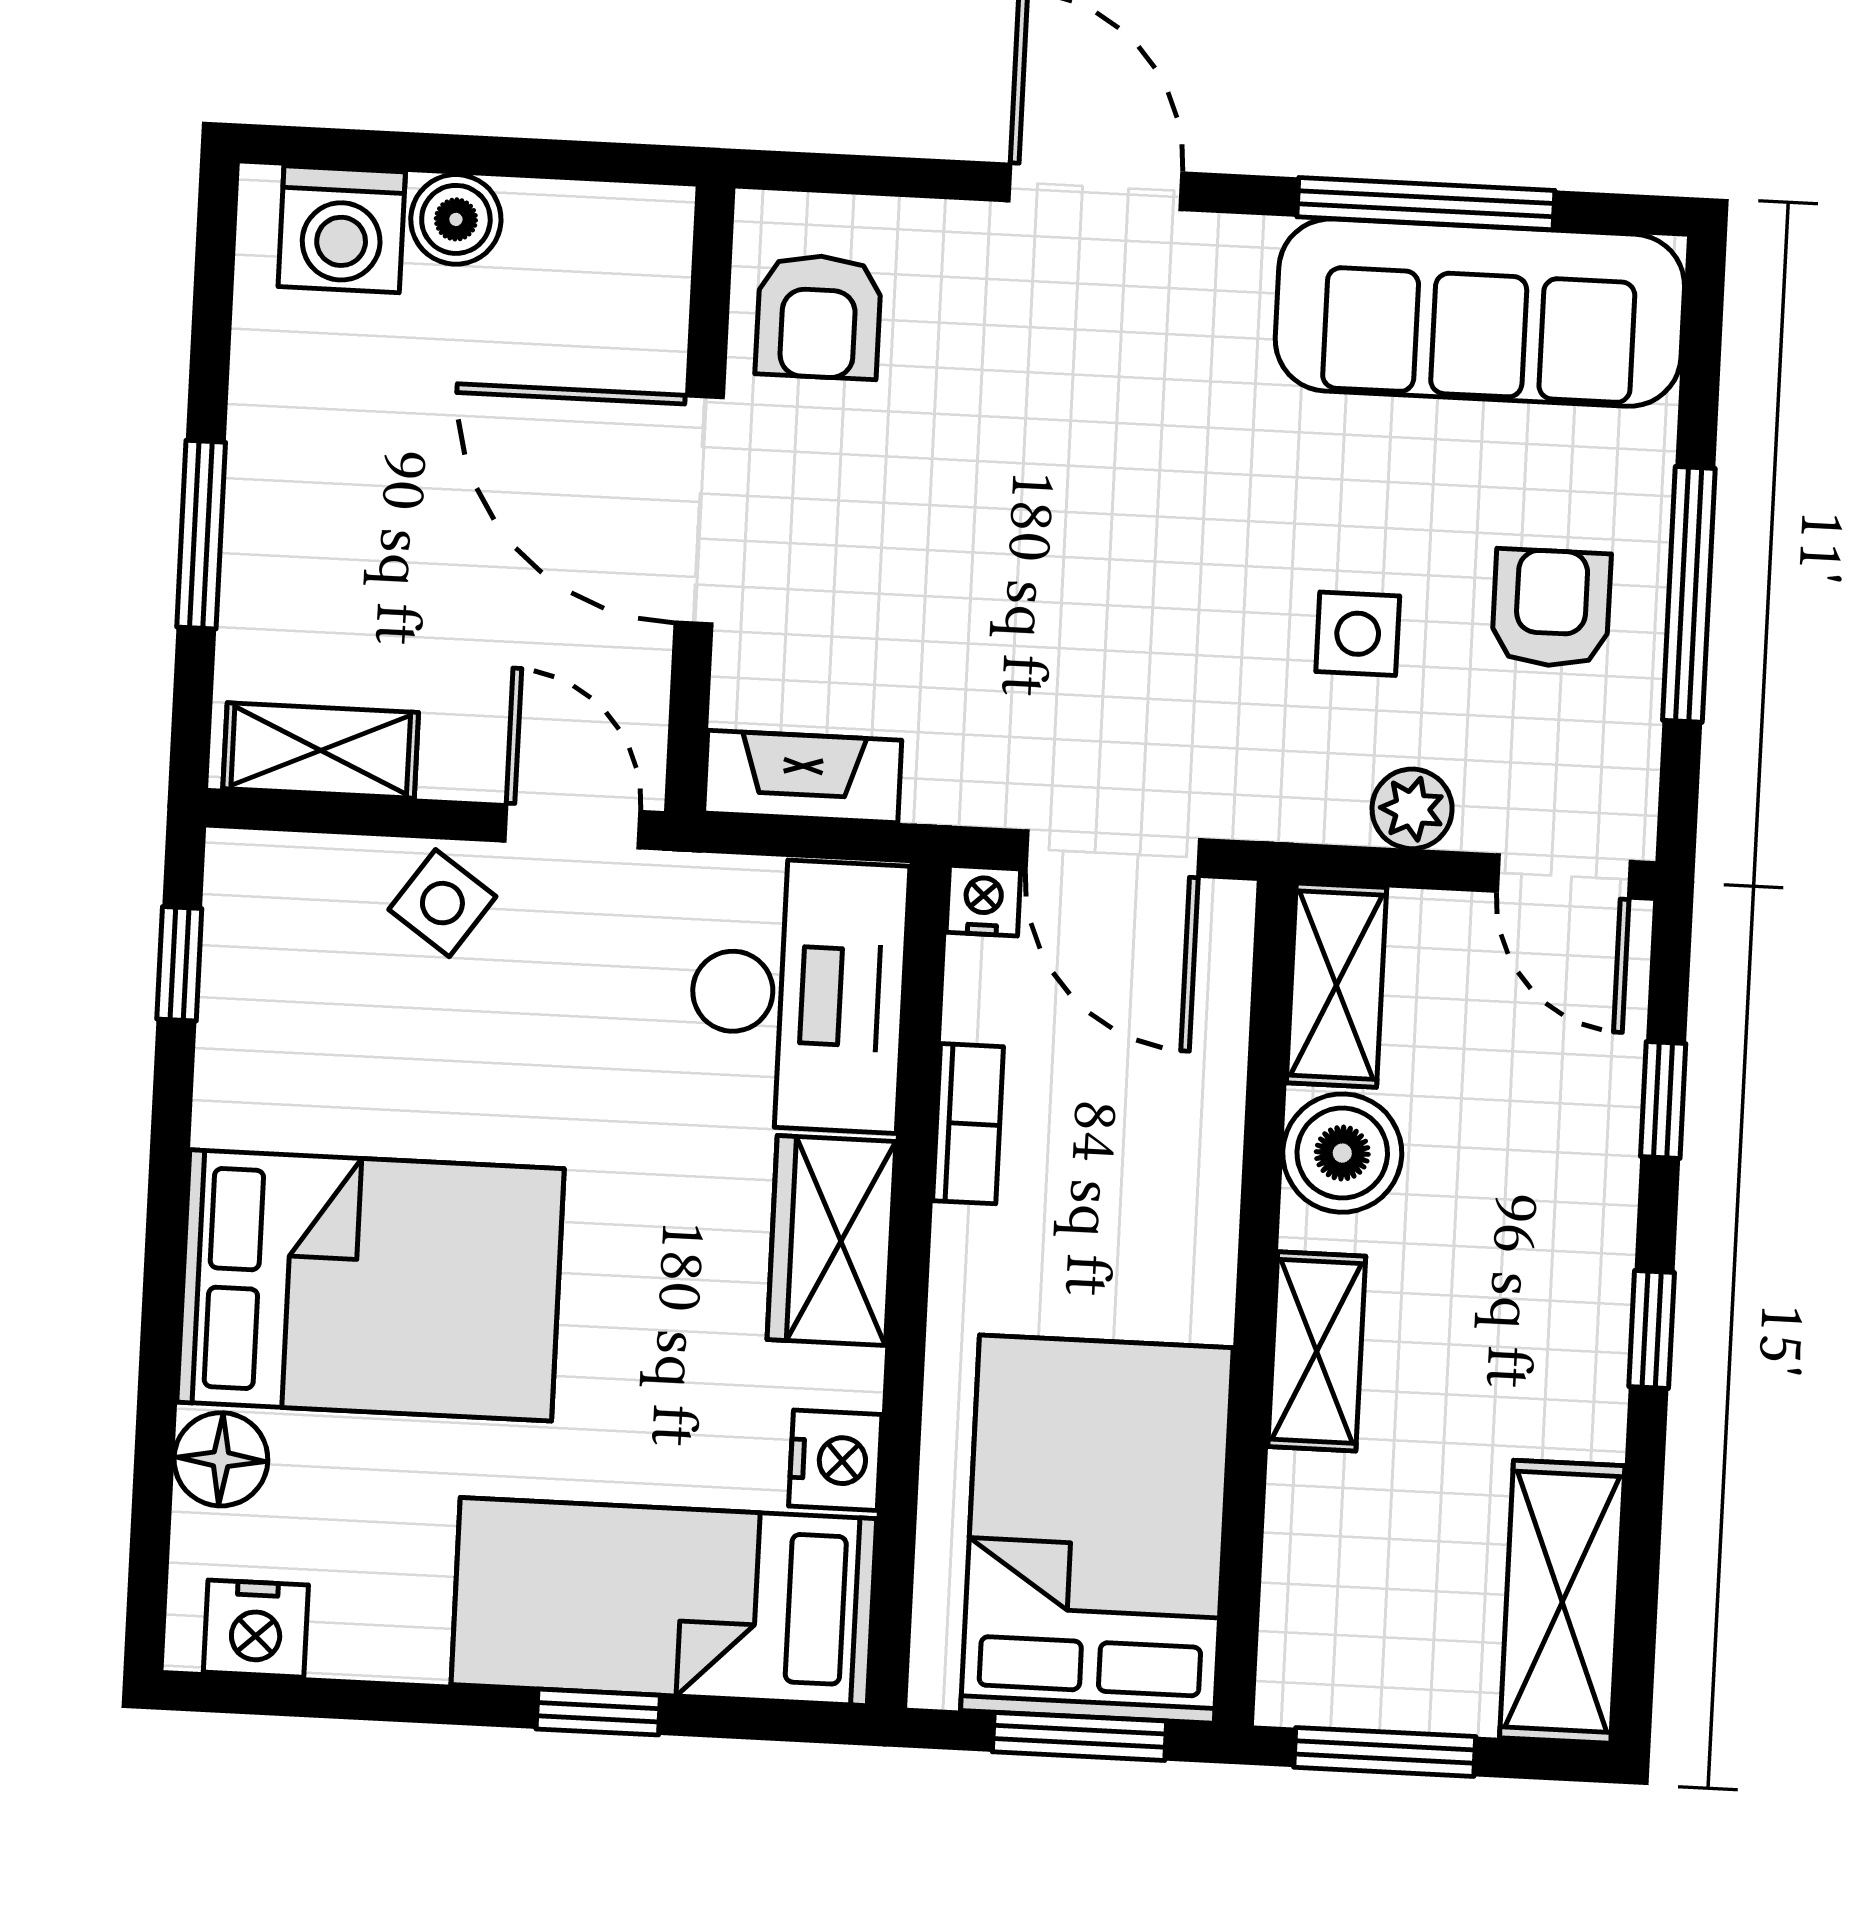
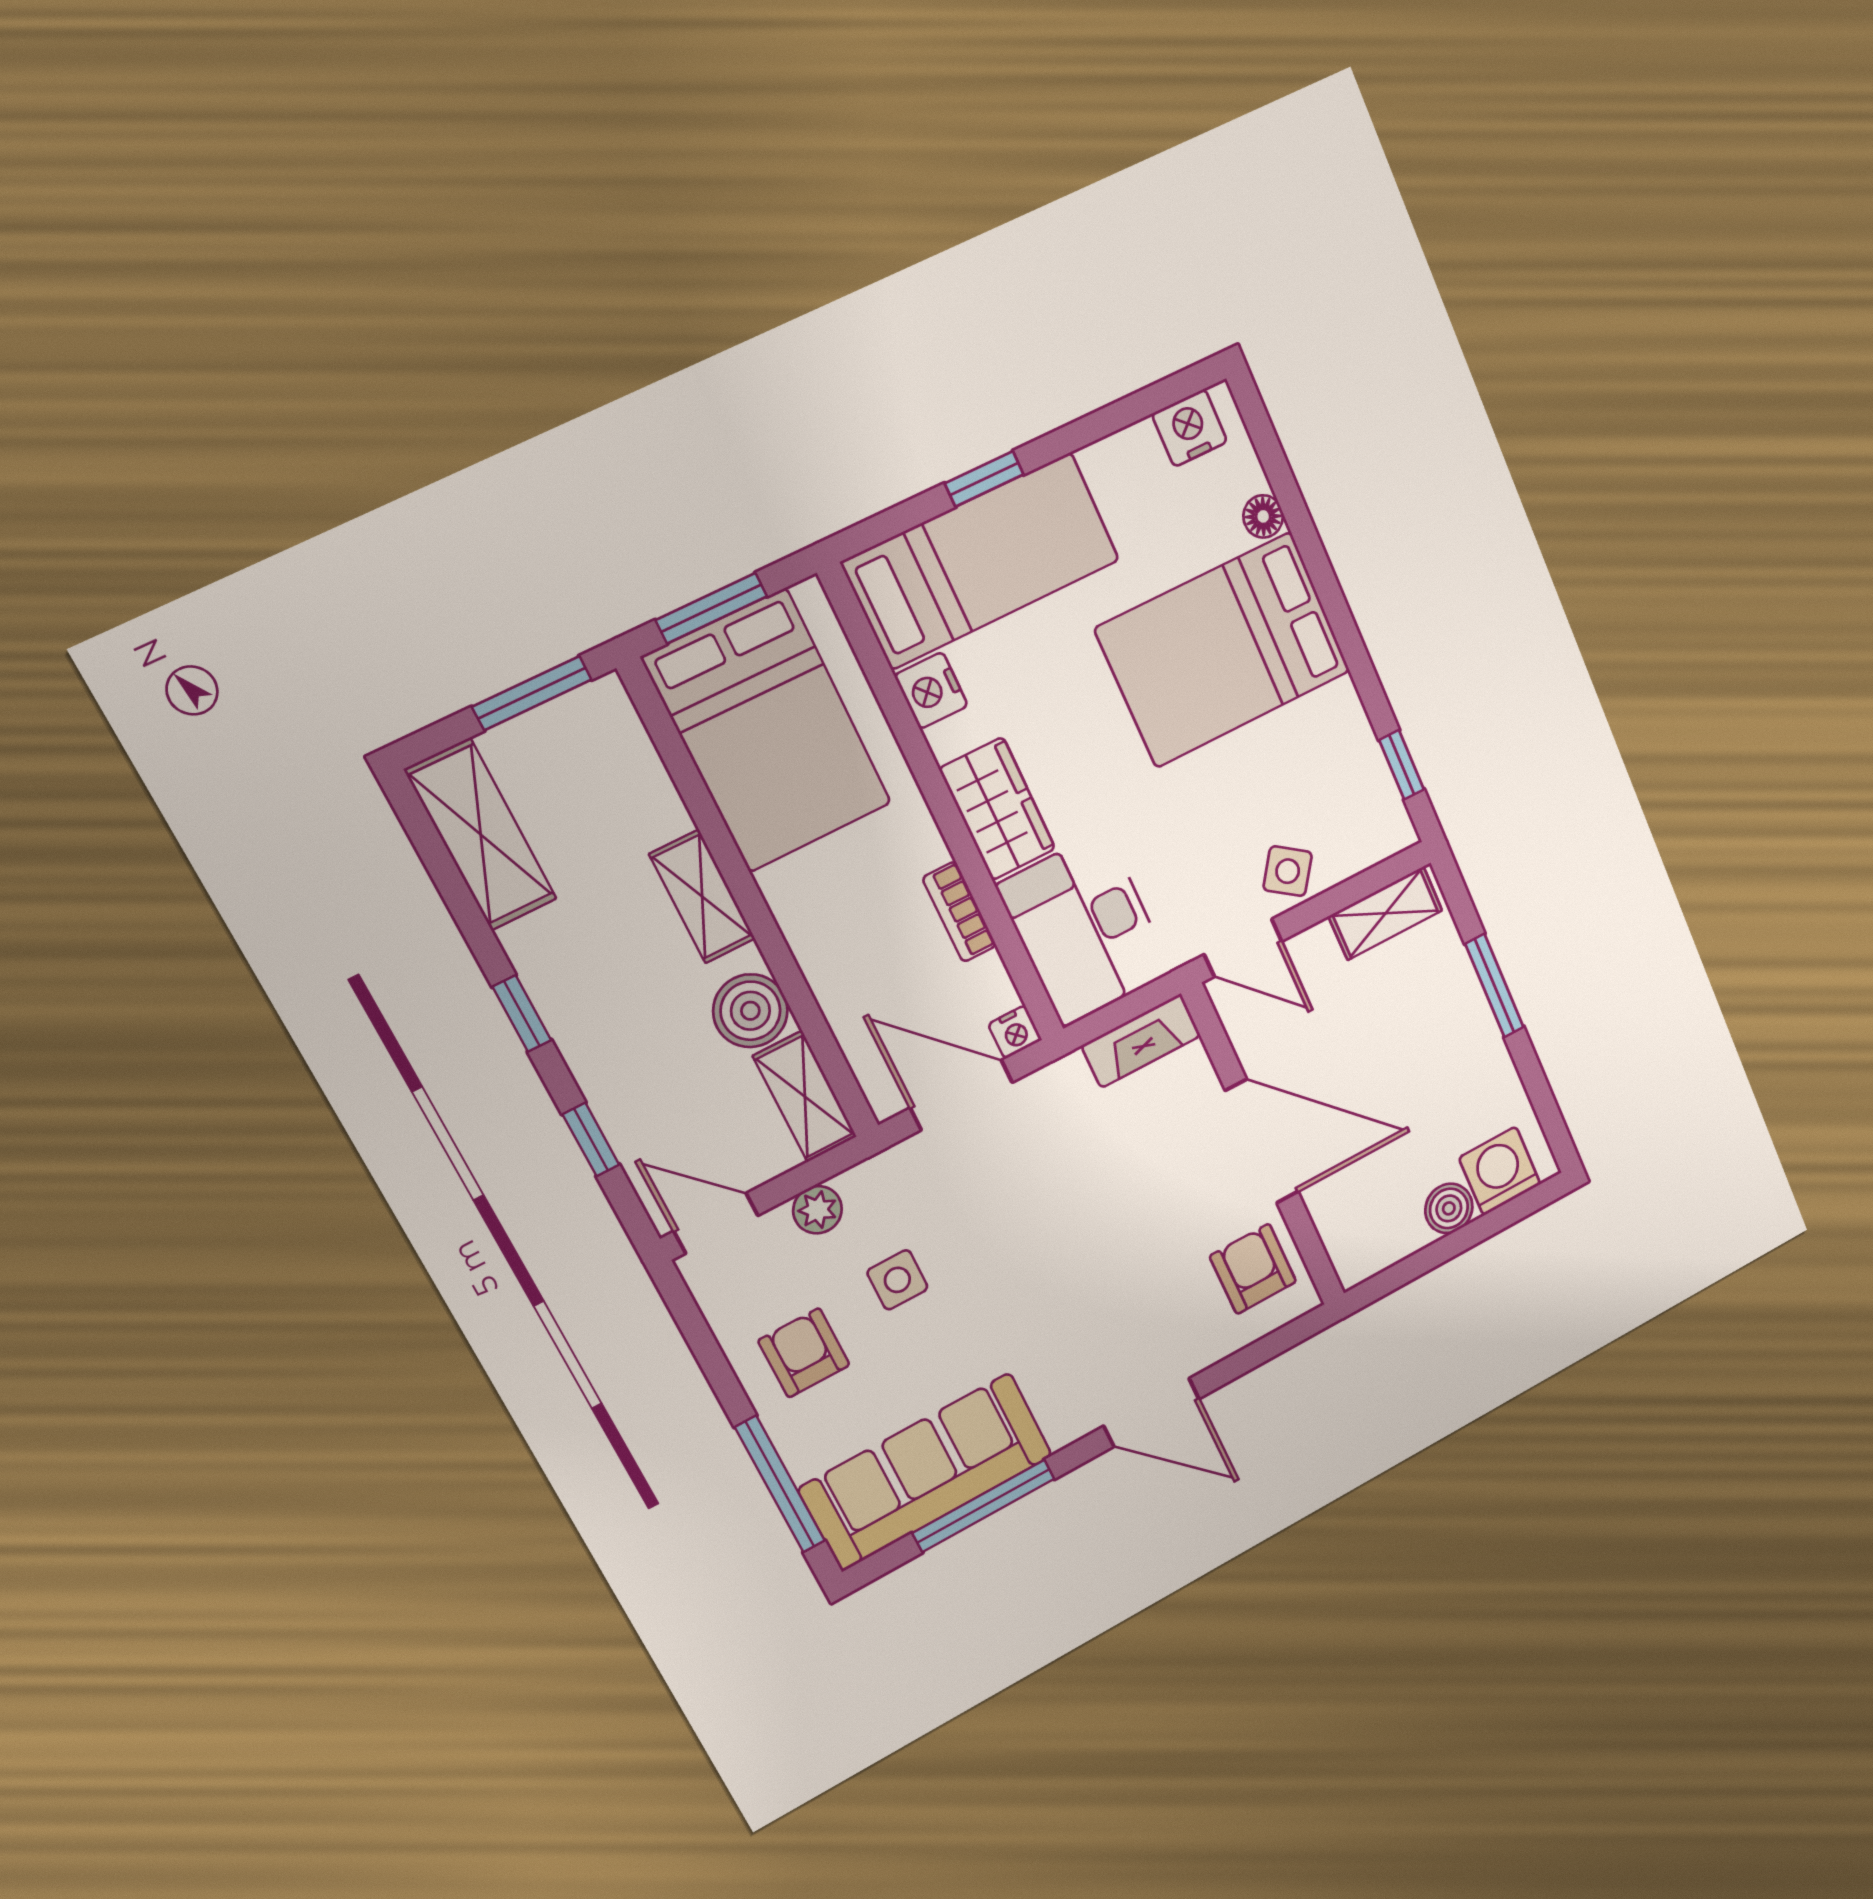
window: (1689, 594) -> (780, 1484), moved
armchair: (1551, 608) -> (804, 1353), turned 180
floor lamp: (221, 1459) -> (1263, 516), width x0.73, depth x0.73

